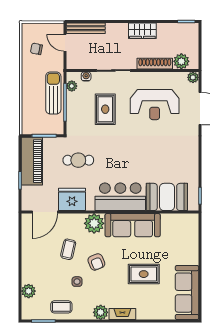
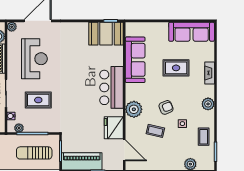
sun lounger: (53, 93) -> (34, 153), moved
cafe table: (78, 160) -> (81, 123), removed
booth: (167, 197) -> (106, 34), moved, turned 90
sofa: (133, 225) -> (135, 60), moved
rug: (144, 274) -> (176, 68), turned 90
fireplace: (122, 314) -> (210, 73), moved

